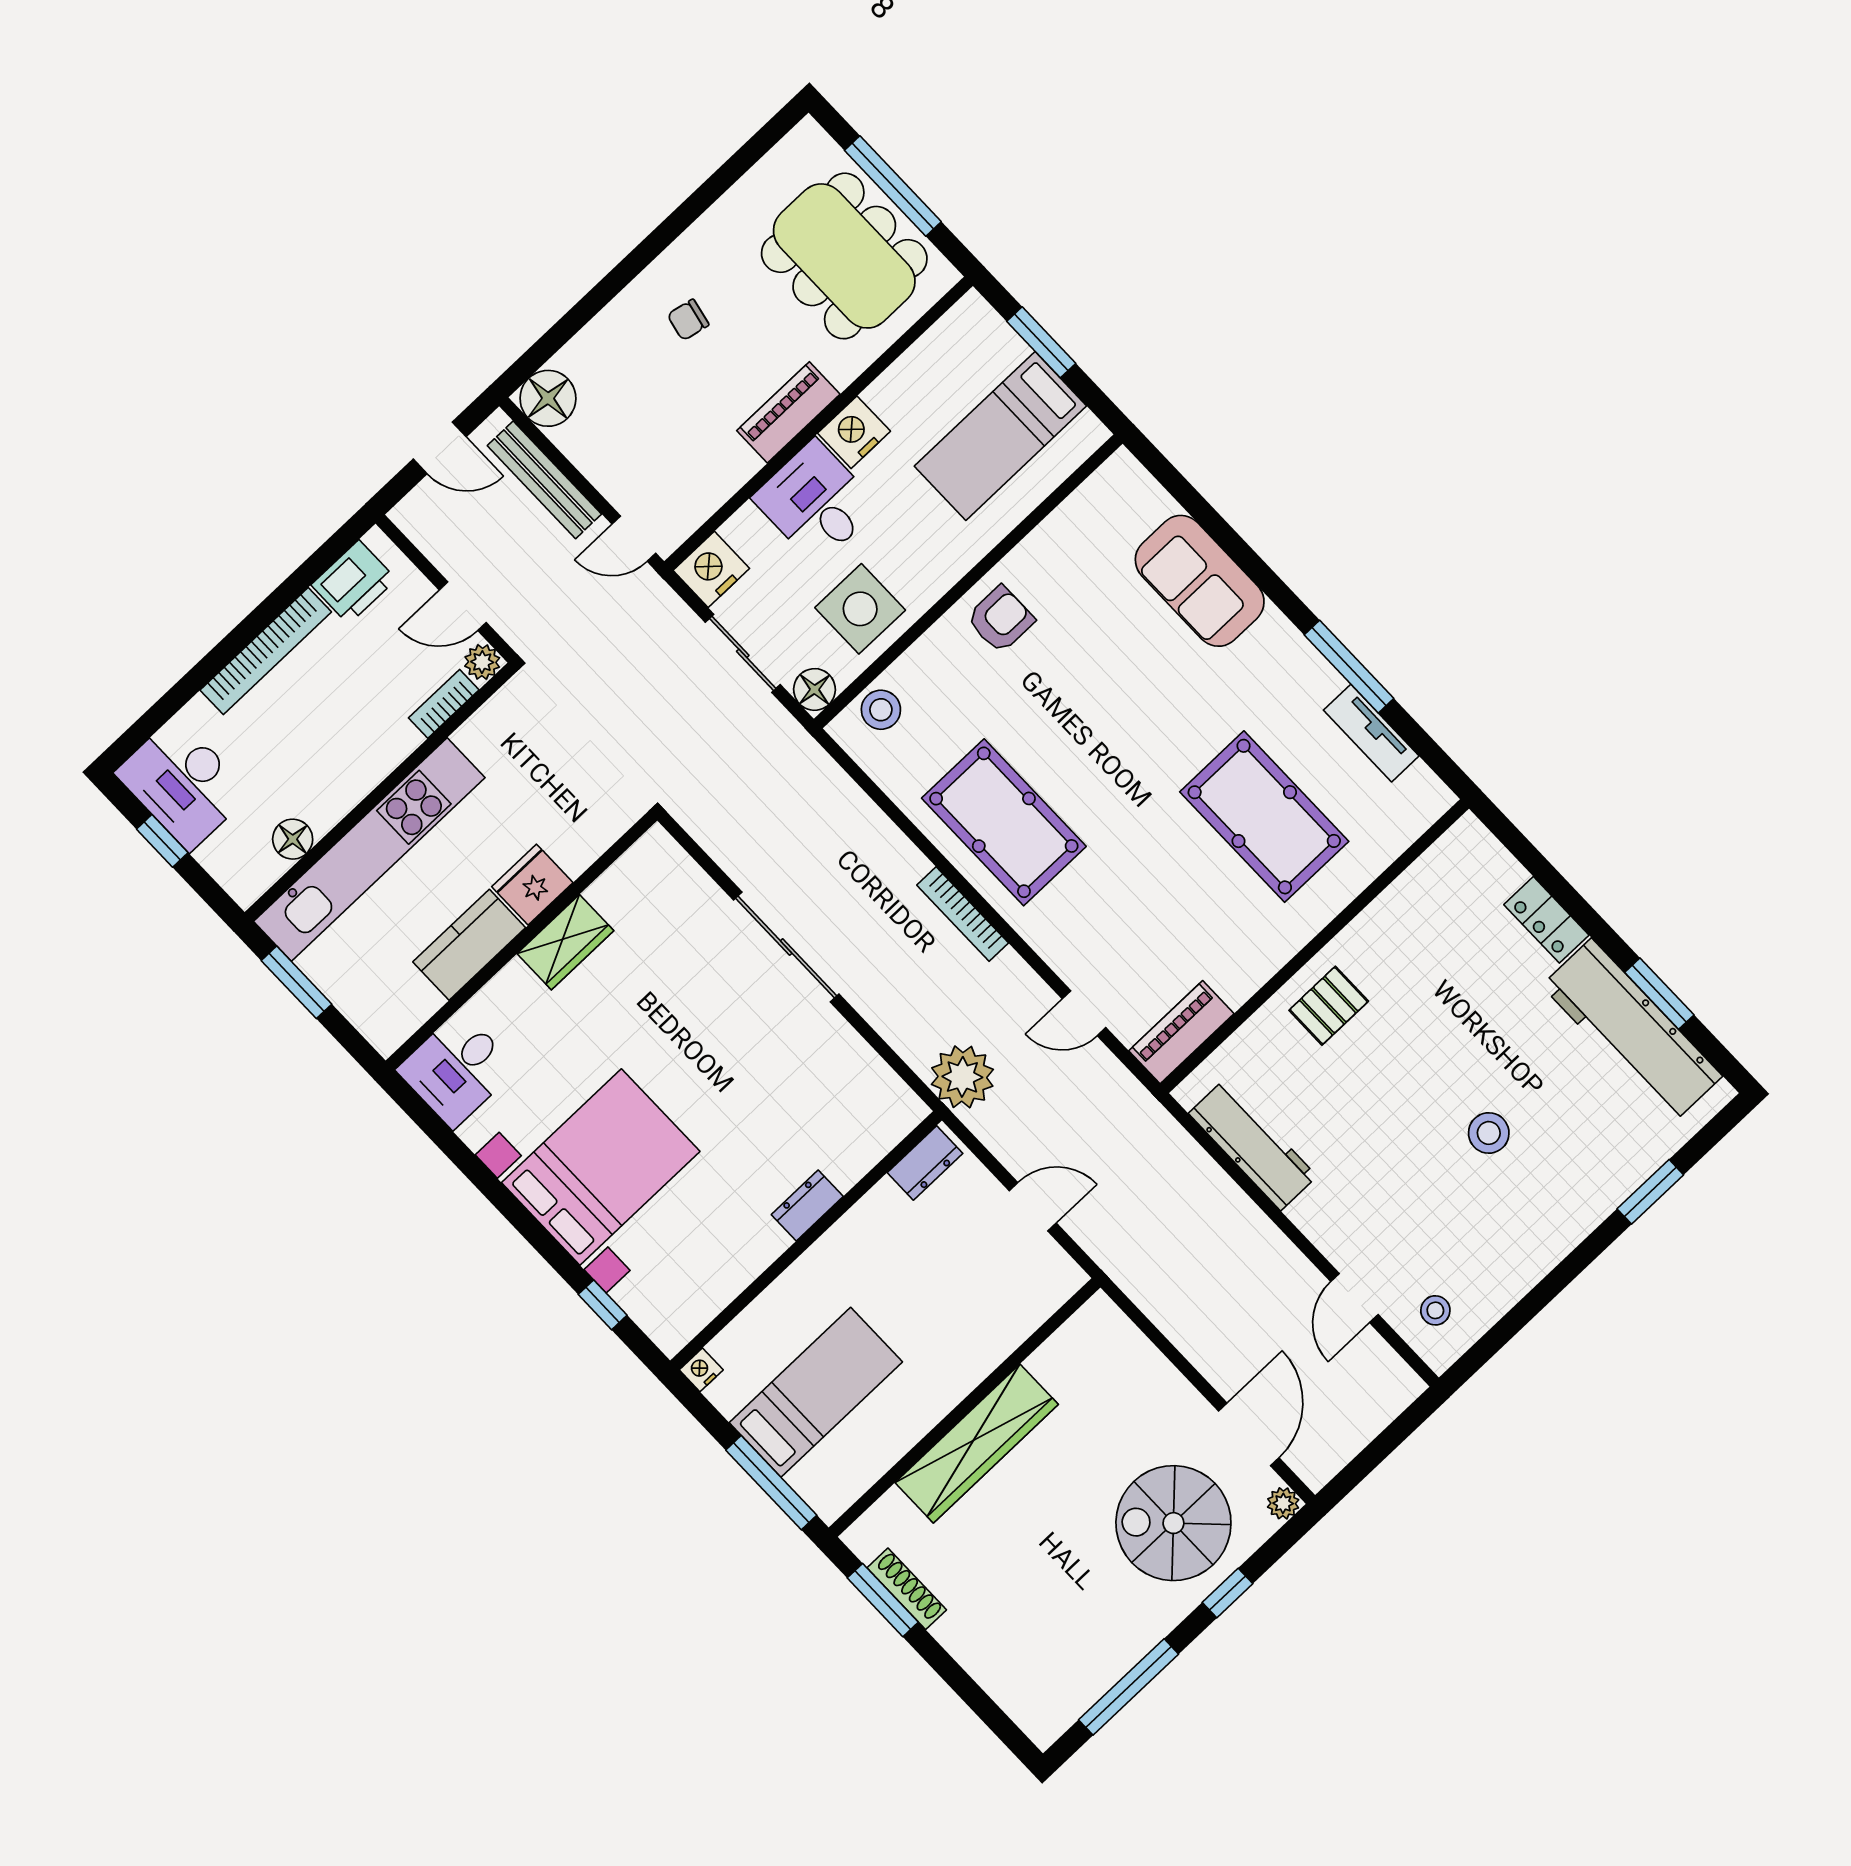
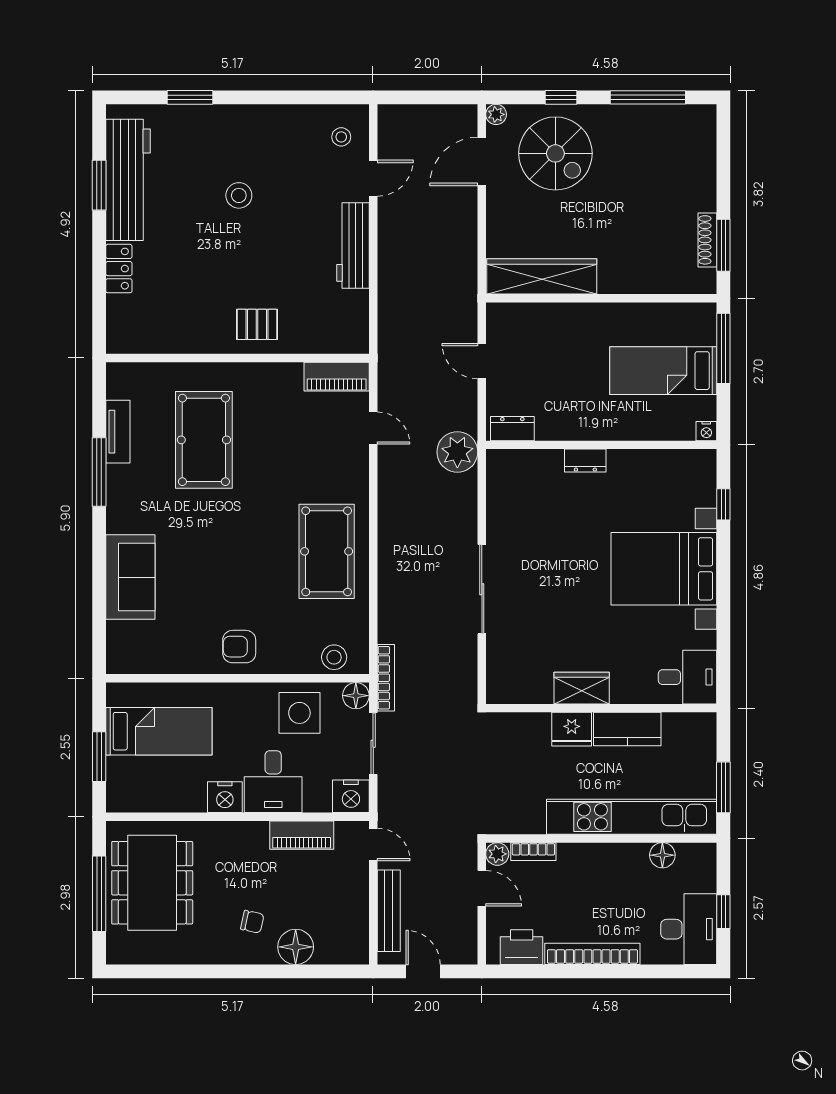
floor lamp: (548, 398) -> (296, 947), moved
piano: (788, 412) -> (302, 835), moved
bookcase: (963, 914) -> (386, 678), moved
workbench: (1253, 1145) -> (353, 246), moved
wardrobe: (977, 1443) -> (542, 276), moved

